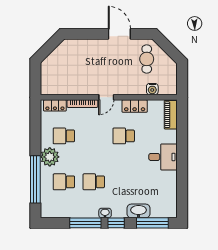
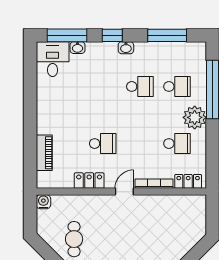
water cooler: (152, 89) -> (43, 202), moved
piano: (171, 115) -> (44, 153), moved
desk: (163, 157) -> (53, 59), moved, turned 90
washbasin: (139, 211) -> (77, 48), width x0.52, depth x0.69
window: (85, 223) -> (167, 35), moved

